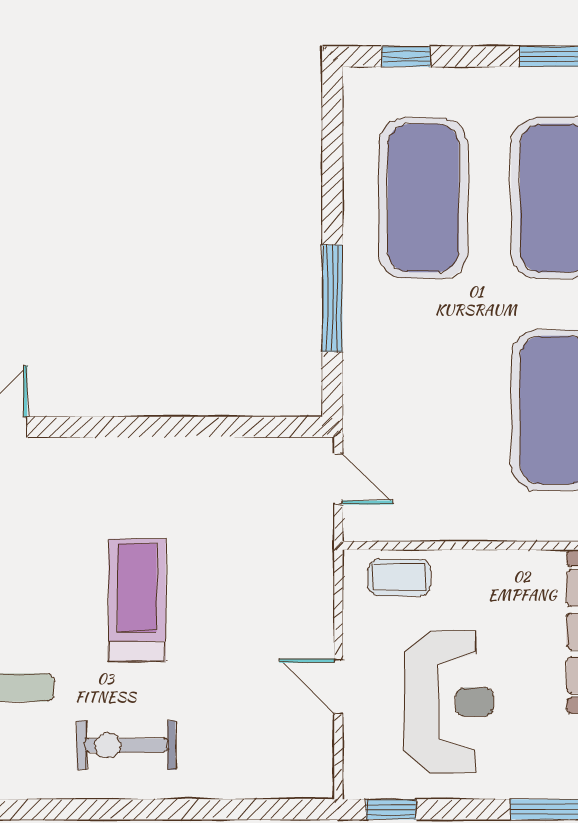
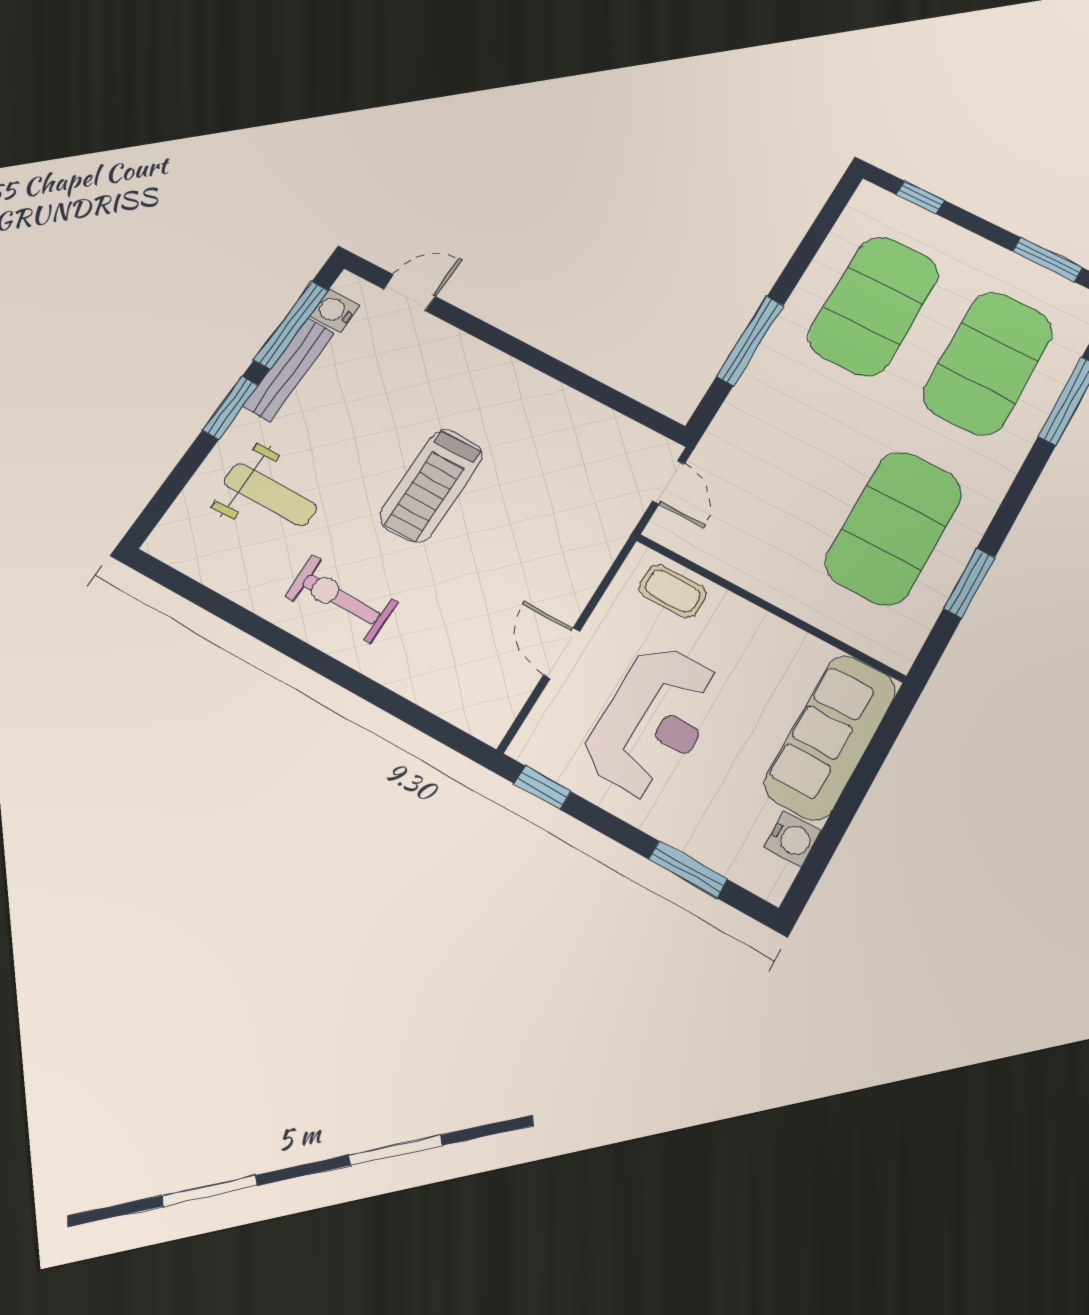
treadmill: (137, 600) -> (431, 486), turned 180

